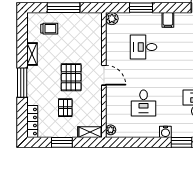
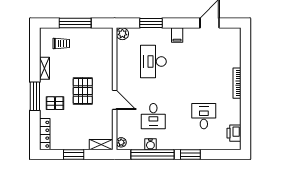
desk: (144, 47) -> (153, 62), width x1.37
door: (104, 75) -> (115, 100), moved
pallet: (65, 108) -> (55, 103), moved, turned 90
water cooler: (165, 132) -> (150, 144), moved
window: (143, 142) -> (153, 155), added

